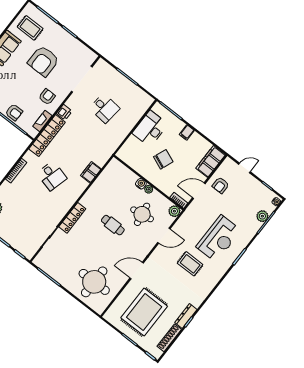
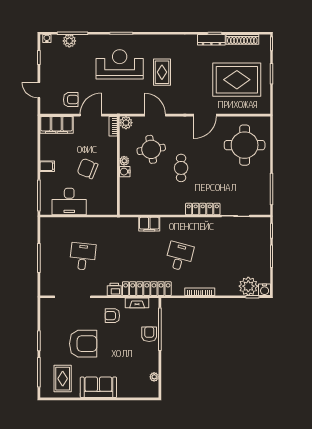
door: (199, 191) -> (91, 115), swing flipped
door: (137, 271) -> (205, 115), hinge flipped

